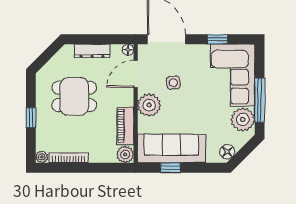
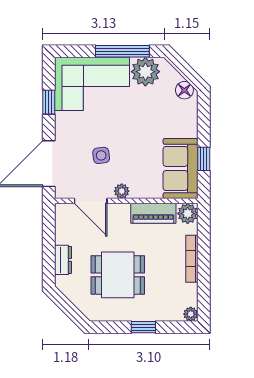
floor lamp: (128, 50) -> (61, 210), removed
dresser: (92, 51) -> (63, 260), width x0.70
dining table: (74, 96) -> (118, 275), turned 90
plant: (149, 105) -> (122, 191), width x0.53, depth x0.53
sofa: (171, 149) -> (181, 168), width x0.73
bookcase: (69, 158) -> (192, 259), moved

